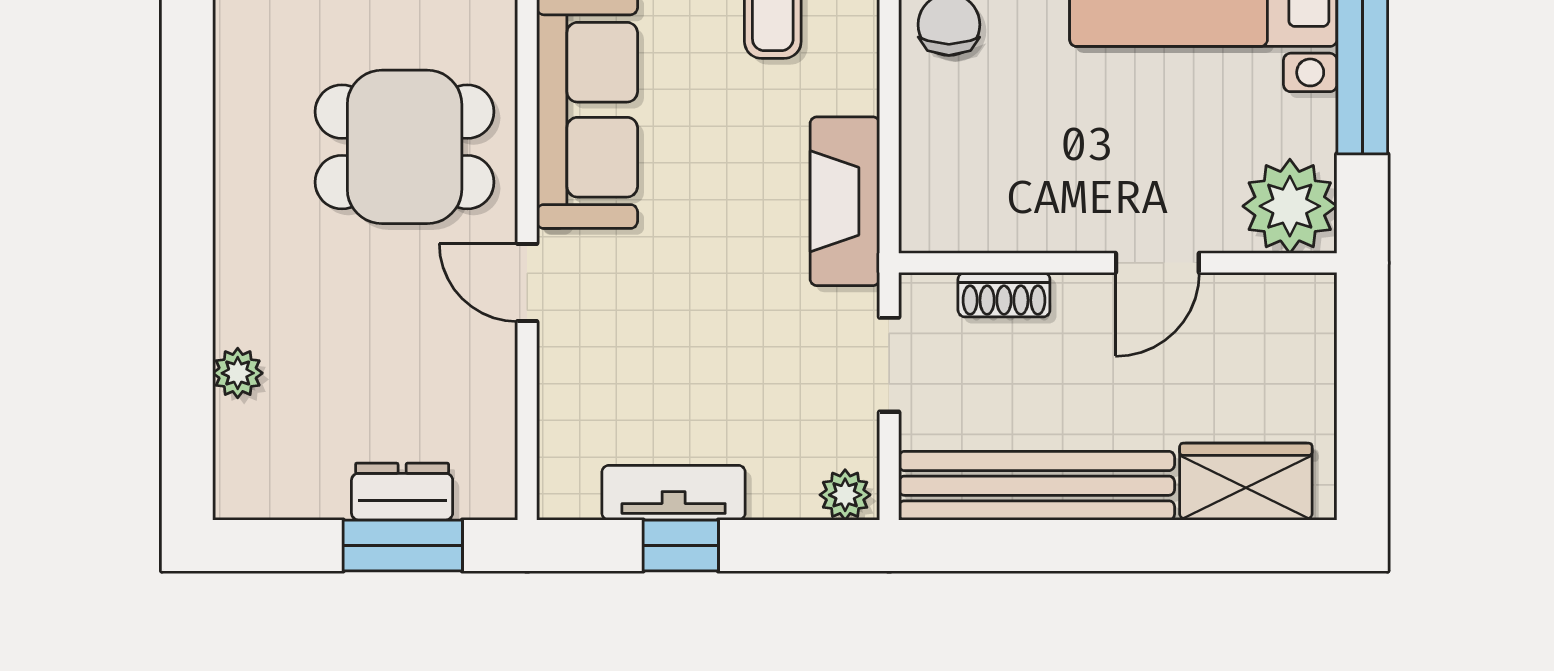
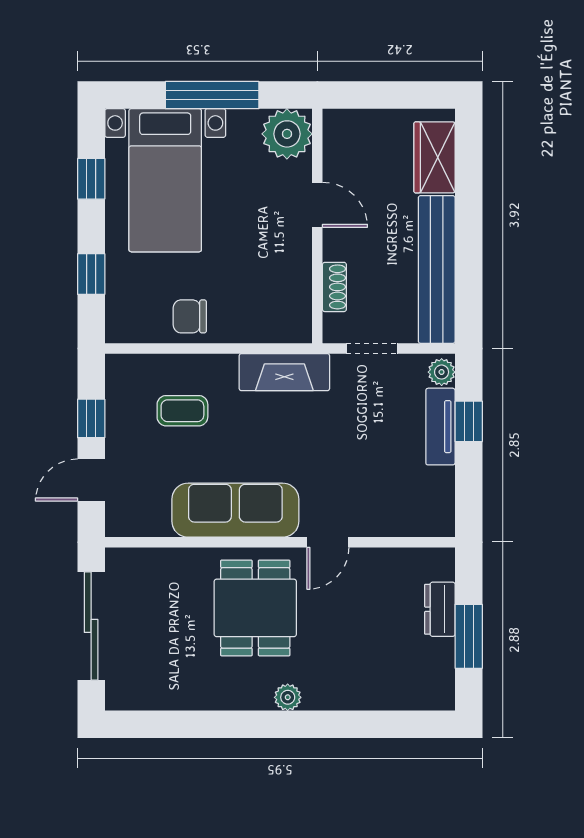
plant: (238, 373) -> (288, 697), moved
tv unit: (674, 493) -> (440, 427), moved
window: (403, 545) -> (469, 636), moved
window: (681, 545) -> (469, 421), moved

